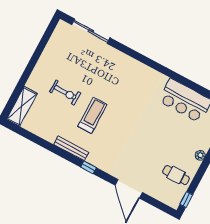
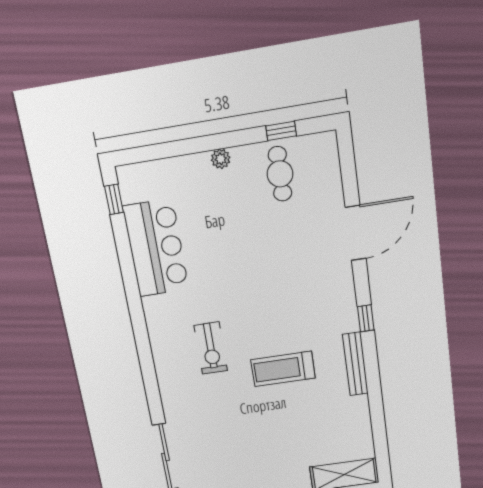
exercise bike: (65, 92) -> (211, 348), moved, turned 180
window: (186, 200) -> (281, 131), moved

